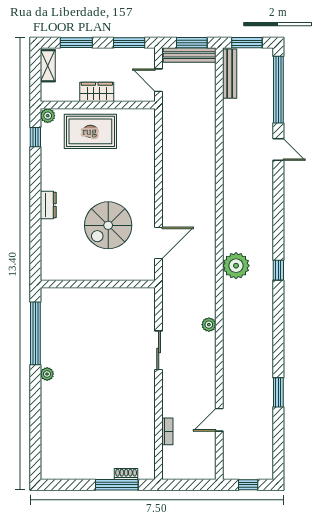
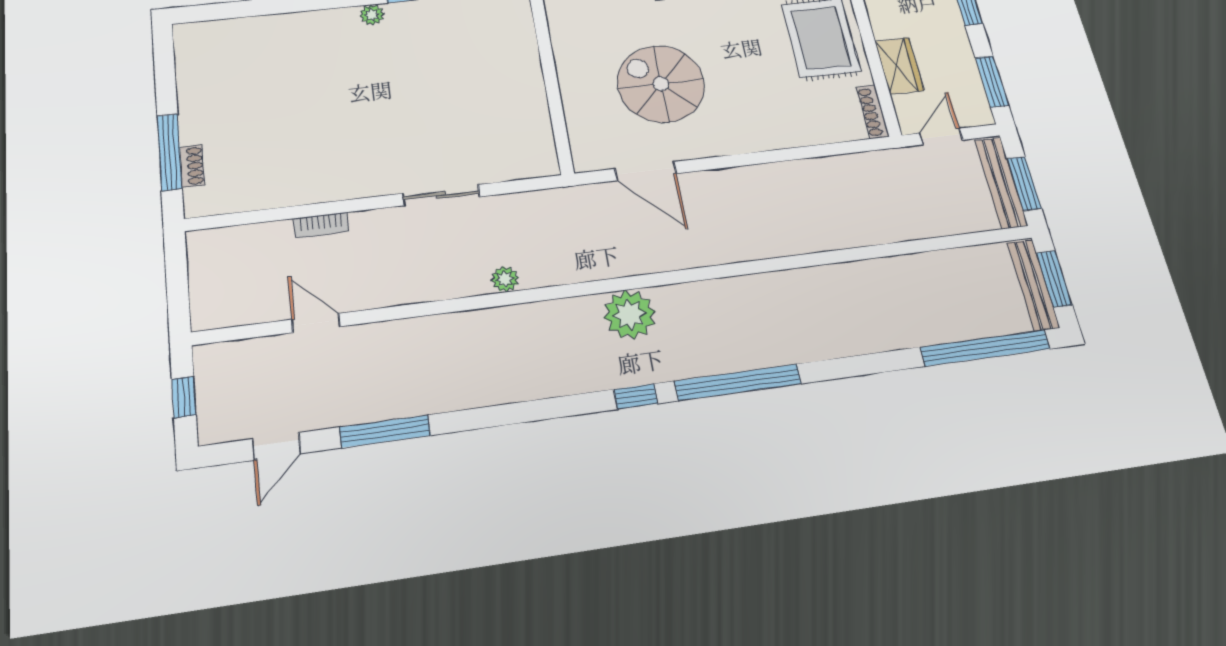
bench: (230, 74) -> (1033, 285), moved, turned 90
wardrobe: (97, 92) -> (899, 66), moved
shoe rack: (139, 114) -> (873, 112), added
door: (278, 150) -> (276, 446), moved
window: (278, 219) -> (738, 382), added
window: (278, 392) -> (385, 431), width x1.44
bookcase: (167, 431) -> (321, 225), moved

